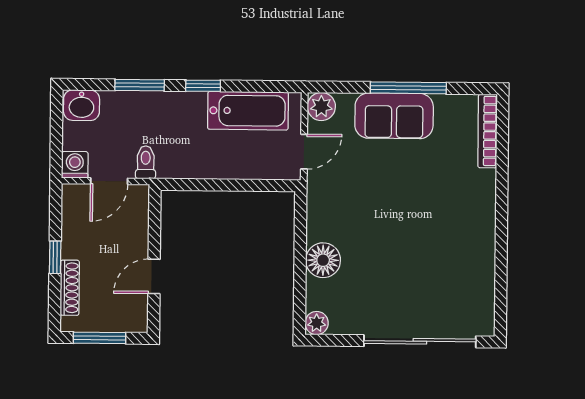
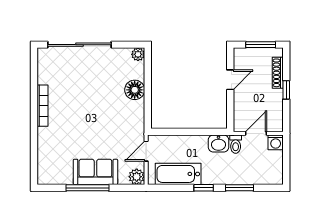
washbasin: (82, 105) -> (218, 143), moved, turned 180
bookcase: (488, 131) -> (43, 106), moved

